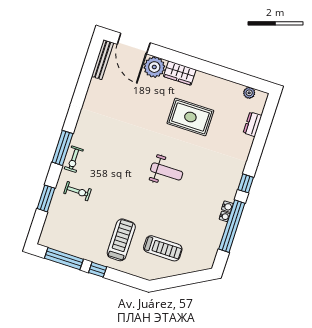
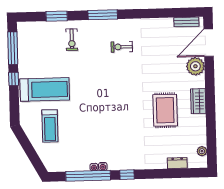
bench: (103, 60) -> (186, 22), width x0.73
wardrobe: (180, 73) -> (198, 101), moved
exercise bike: (74, 159) -> (122, 47), moved
weight bench: (167, 171) -> (114, 107), removed
treadmill: (121, 240) -> (45, 89), width x1.37, depth x1.38

